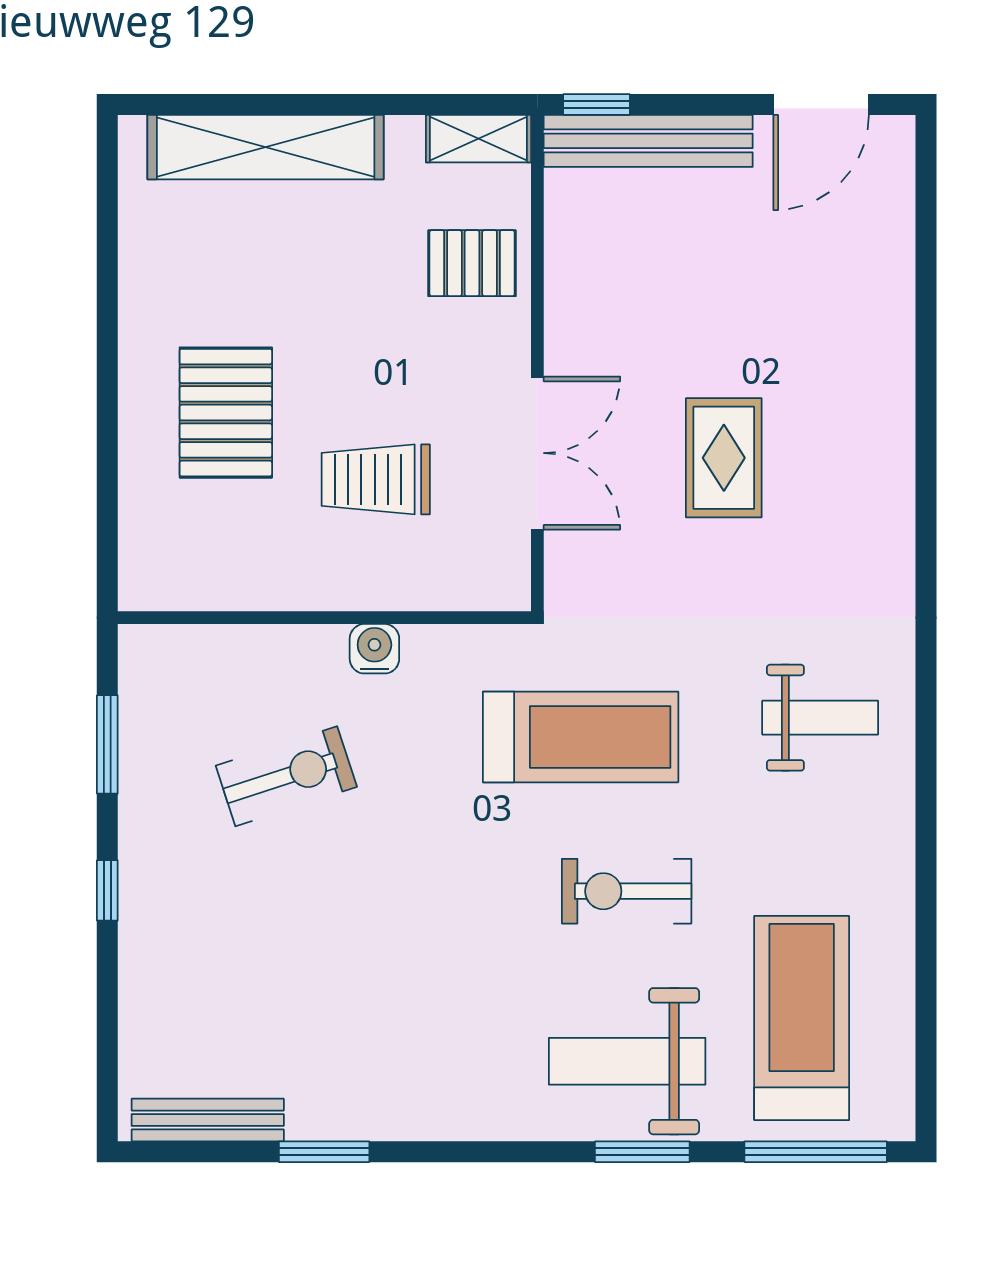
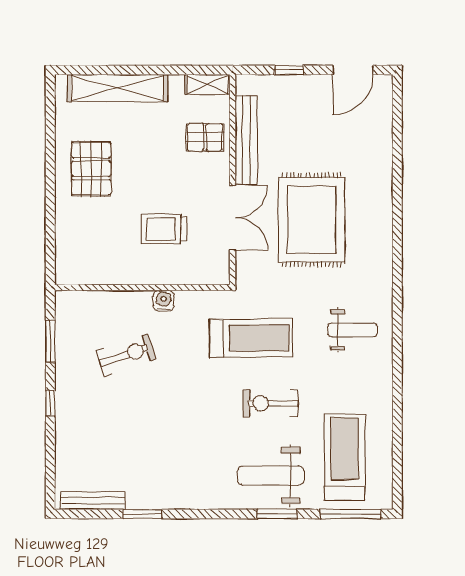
window: (596, 104) -> (289, 70), moved
bench: (648, 141) -> (246, 140), moved, turned 90
pallet: (226, 413) -> (91, 169), moved
rug: (724, 458) -> (312, 220), width x1.86, depth x2.06

